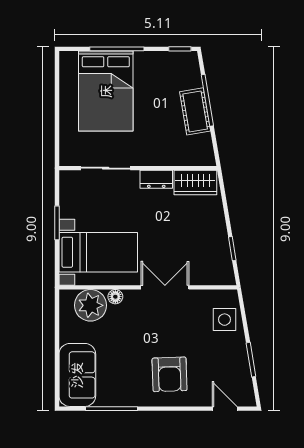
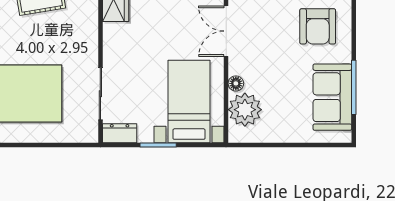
dresser: (156, 179) -> (120, 133), moved, turned -90
armchair: (170, 374) -> (318, 26), turned 92
sofa: (77, 375) -> (332, 97), moved, turned -90

